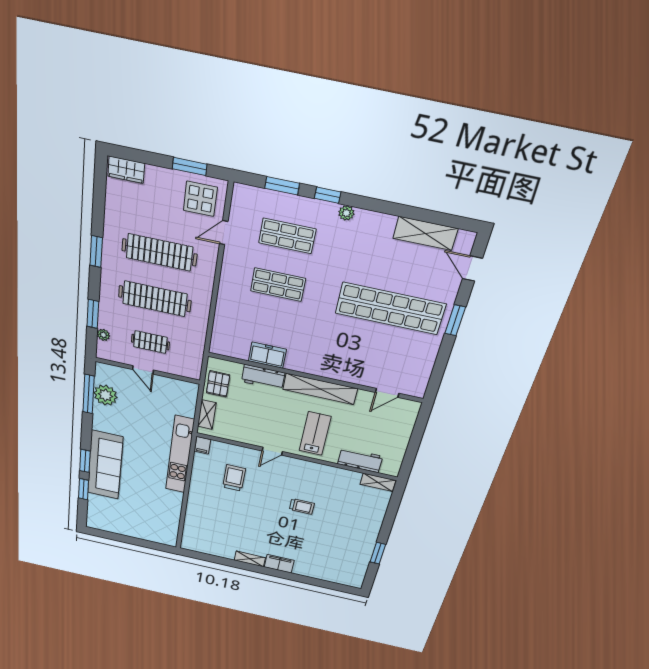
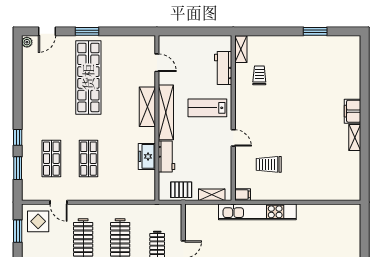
plant: (346, 213) -> (27, 42), moved
shelving: (425, 233) -> (147, 107), moved
trolley: (302, 506) -> (259, 75), moved

